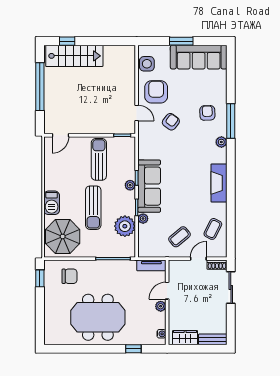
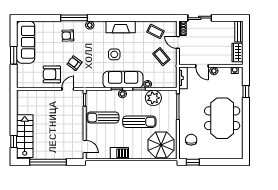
side table: (147, 64) -> (114, 54), moved
barbecue: (52, 203) -> (119, 153), moved

